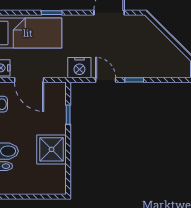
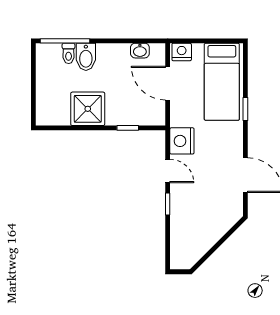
door: (29, 80) -> (168, 83), hinge flipped
door: (106, 80) -> (168, 171), hinge flipped

